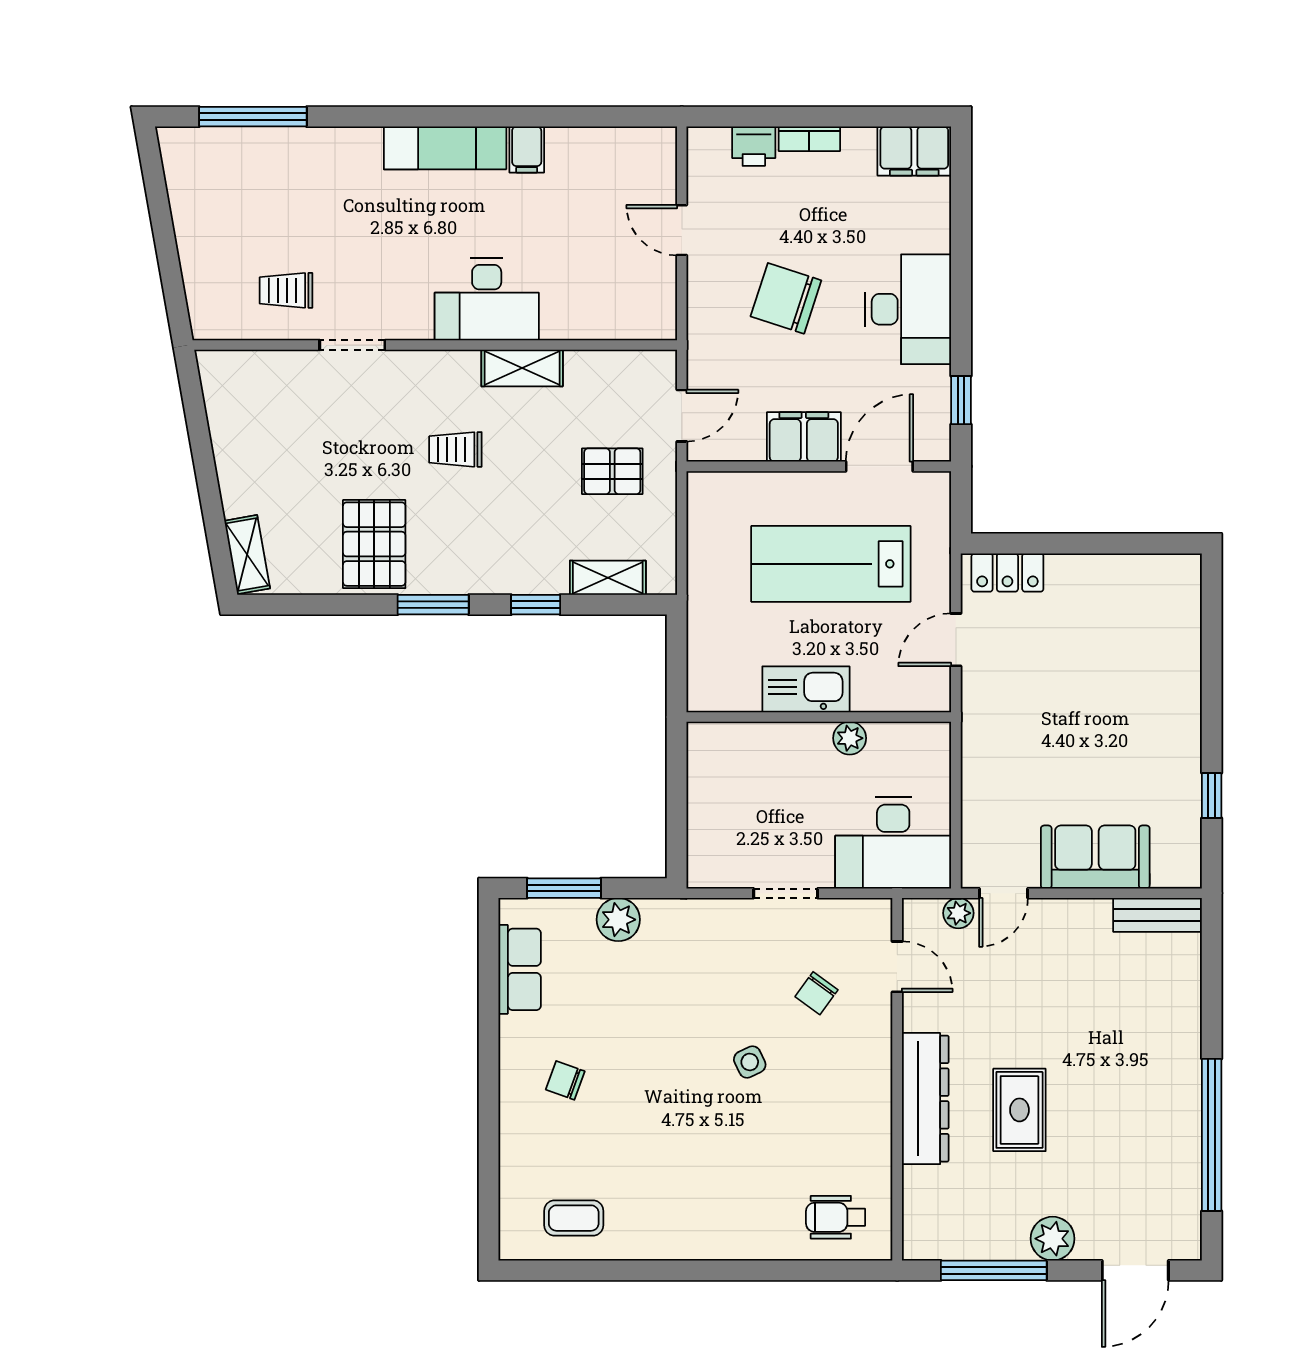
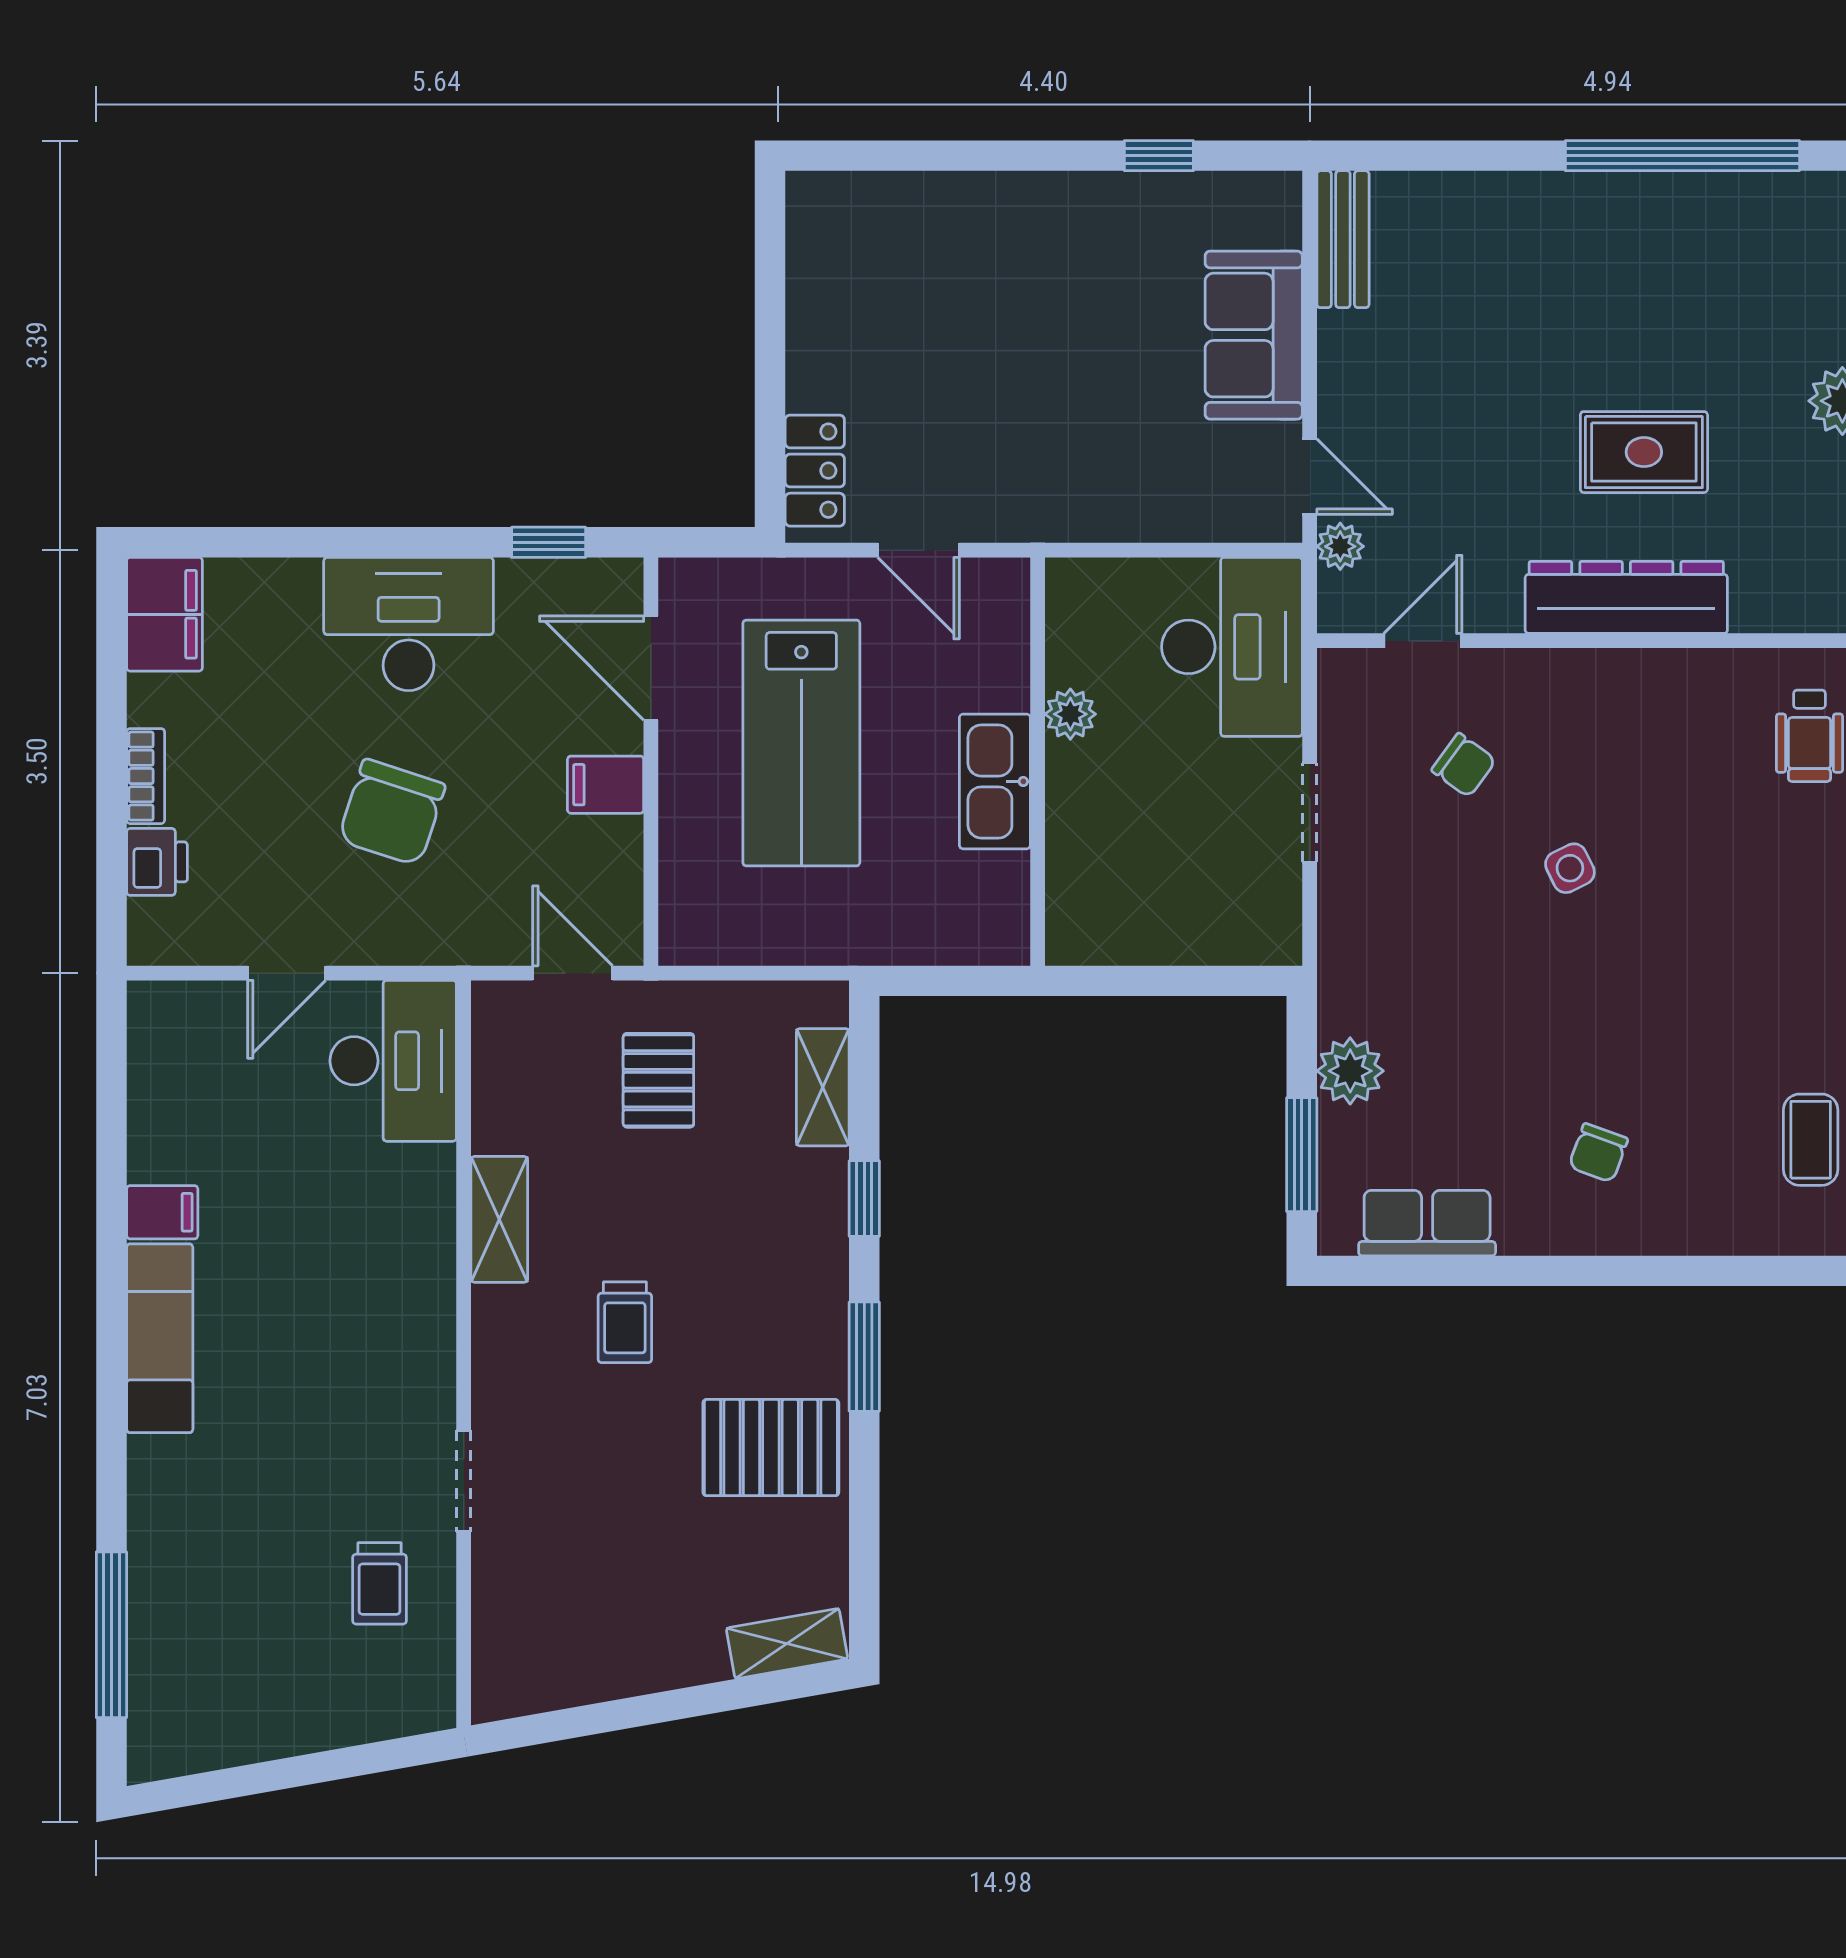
desk: (487, 299) -> (393, 1061), moved
filing cabinet: (804, 437) -> (606, 785), width x0.50

